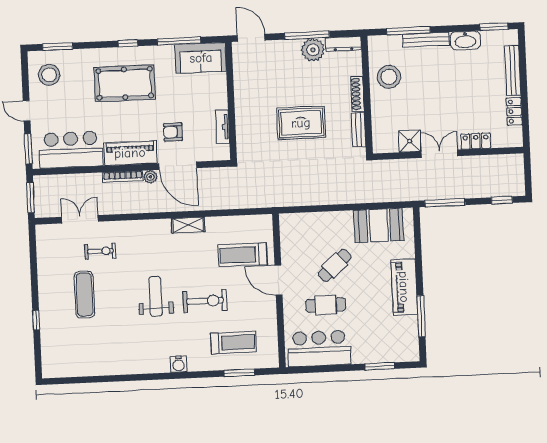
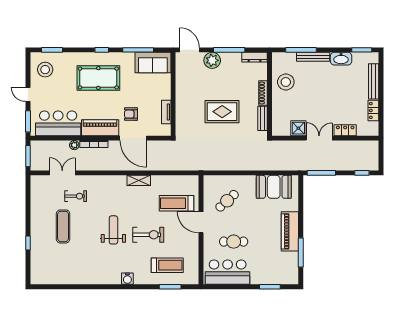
plant: (313, 50) -> (212, 60), moved
plant: (150, 177) -> (74, 145), moved
cafe table: (335, 265) -> (227, 201), moved

